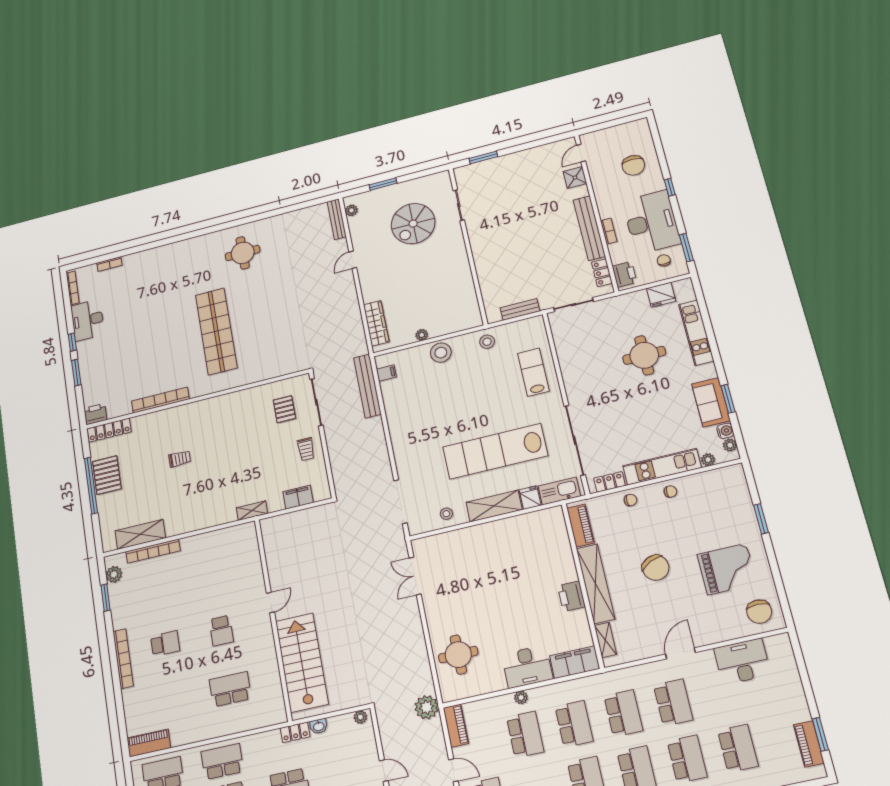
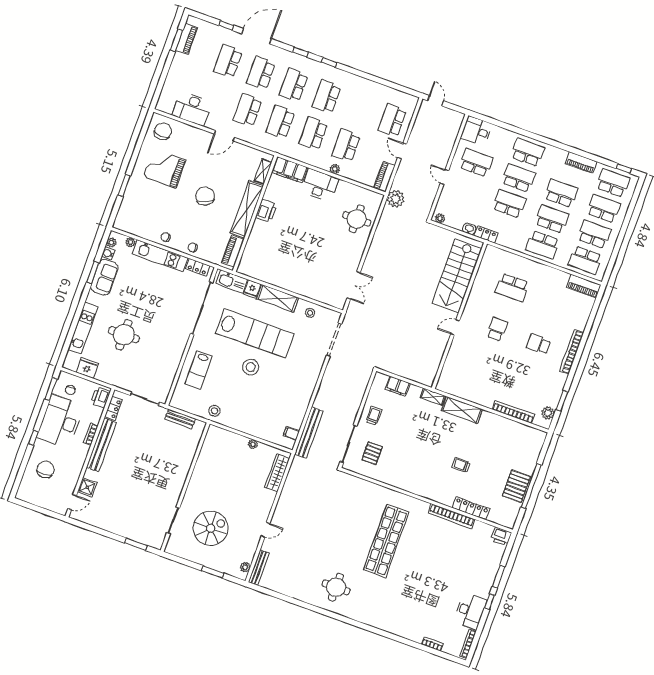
stool: (441, 353) -> (251, 367), moved
locker: (109, 430) -> (471, 508), moved
shelving: (140, 534) -> (462, 410), moved

